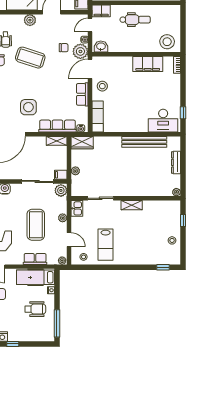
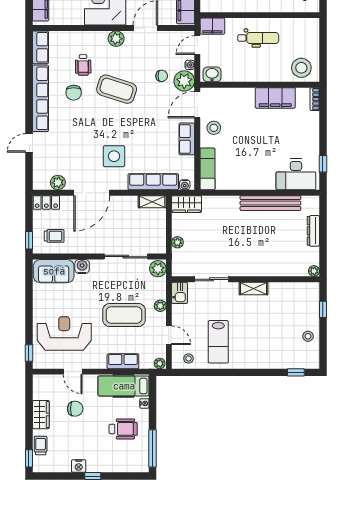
filing cabinet: (61, 175) -> (158, 247), removed
coffee table: (36, 225) -> (124, 315), turned 90

